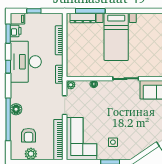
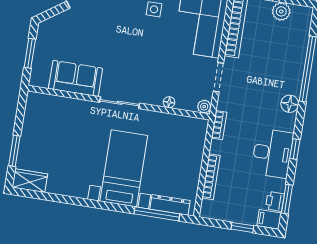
desk: (26, 62) -> (272, 153), width x0.73, depth x0.77
floor lamp: (16, 109) -> (290, 104), moved
armchair: (29, 135) -> (280, 40), removed

